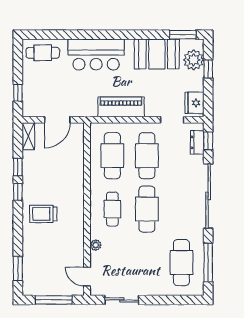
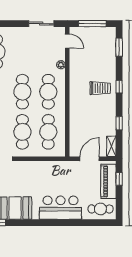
piano: (121, 107) -> (108, 181), moved, turned 90
window: (18, 192) -> (119, 87), moved
cafe table: (112, 209) -> (48, 92), width x1.37, depth x1.35

